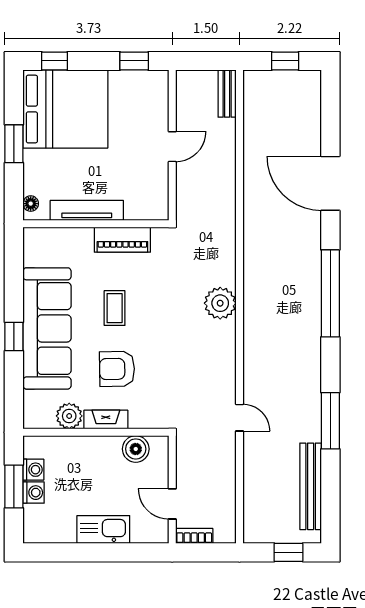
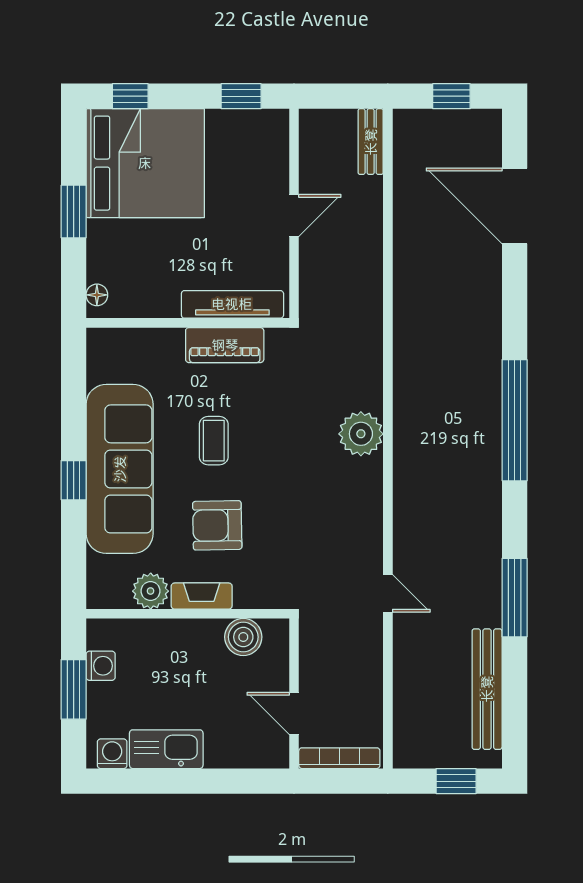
door: (330, 183) -> (515, 206), moved
tv unit: (87, 210) -> (232, 304), moved
washing machine: (34, 493) -> (112, 754), moved, turned -90
kitchen sink: (103, 529) -> (166, 749), moved
bookcase: (194, 536) -> (339, 758), width x1.56

